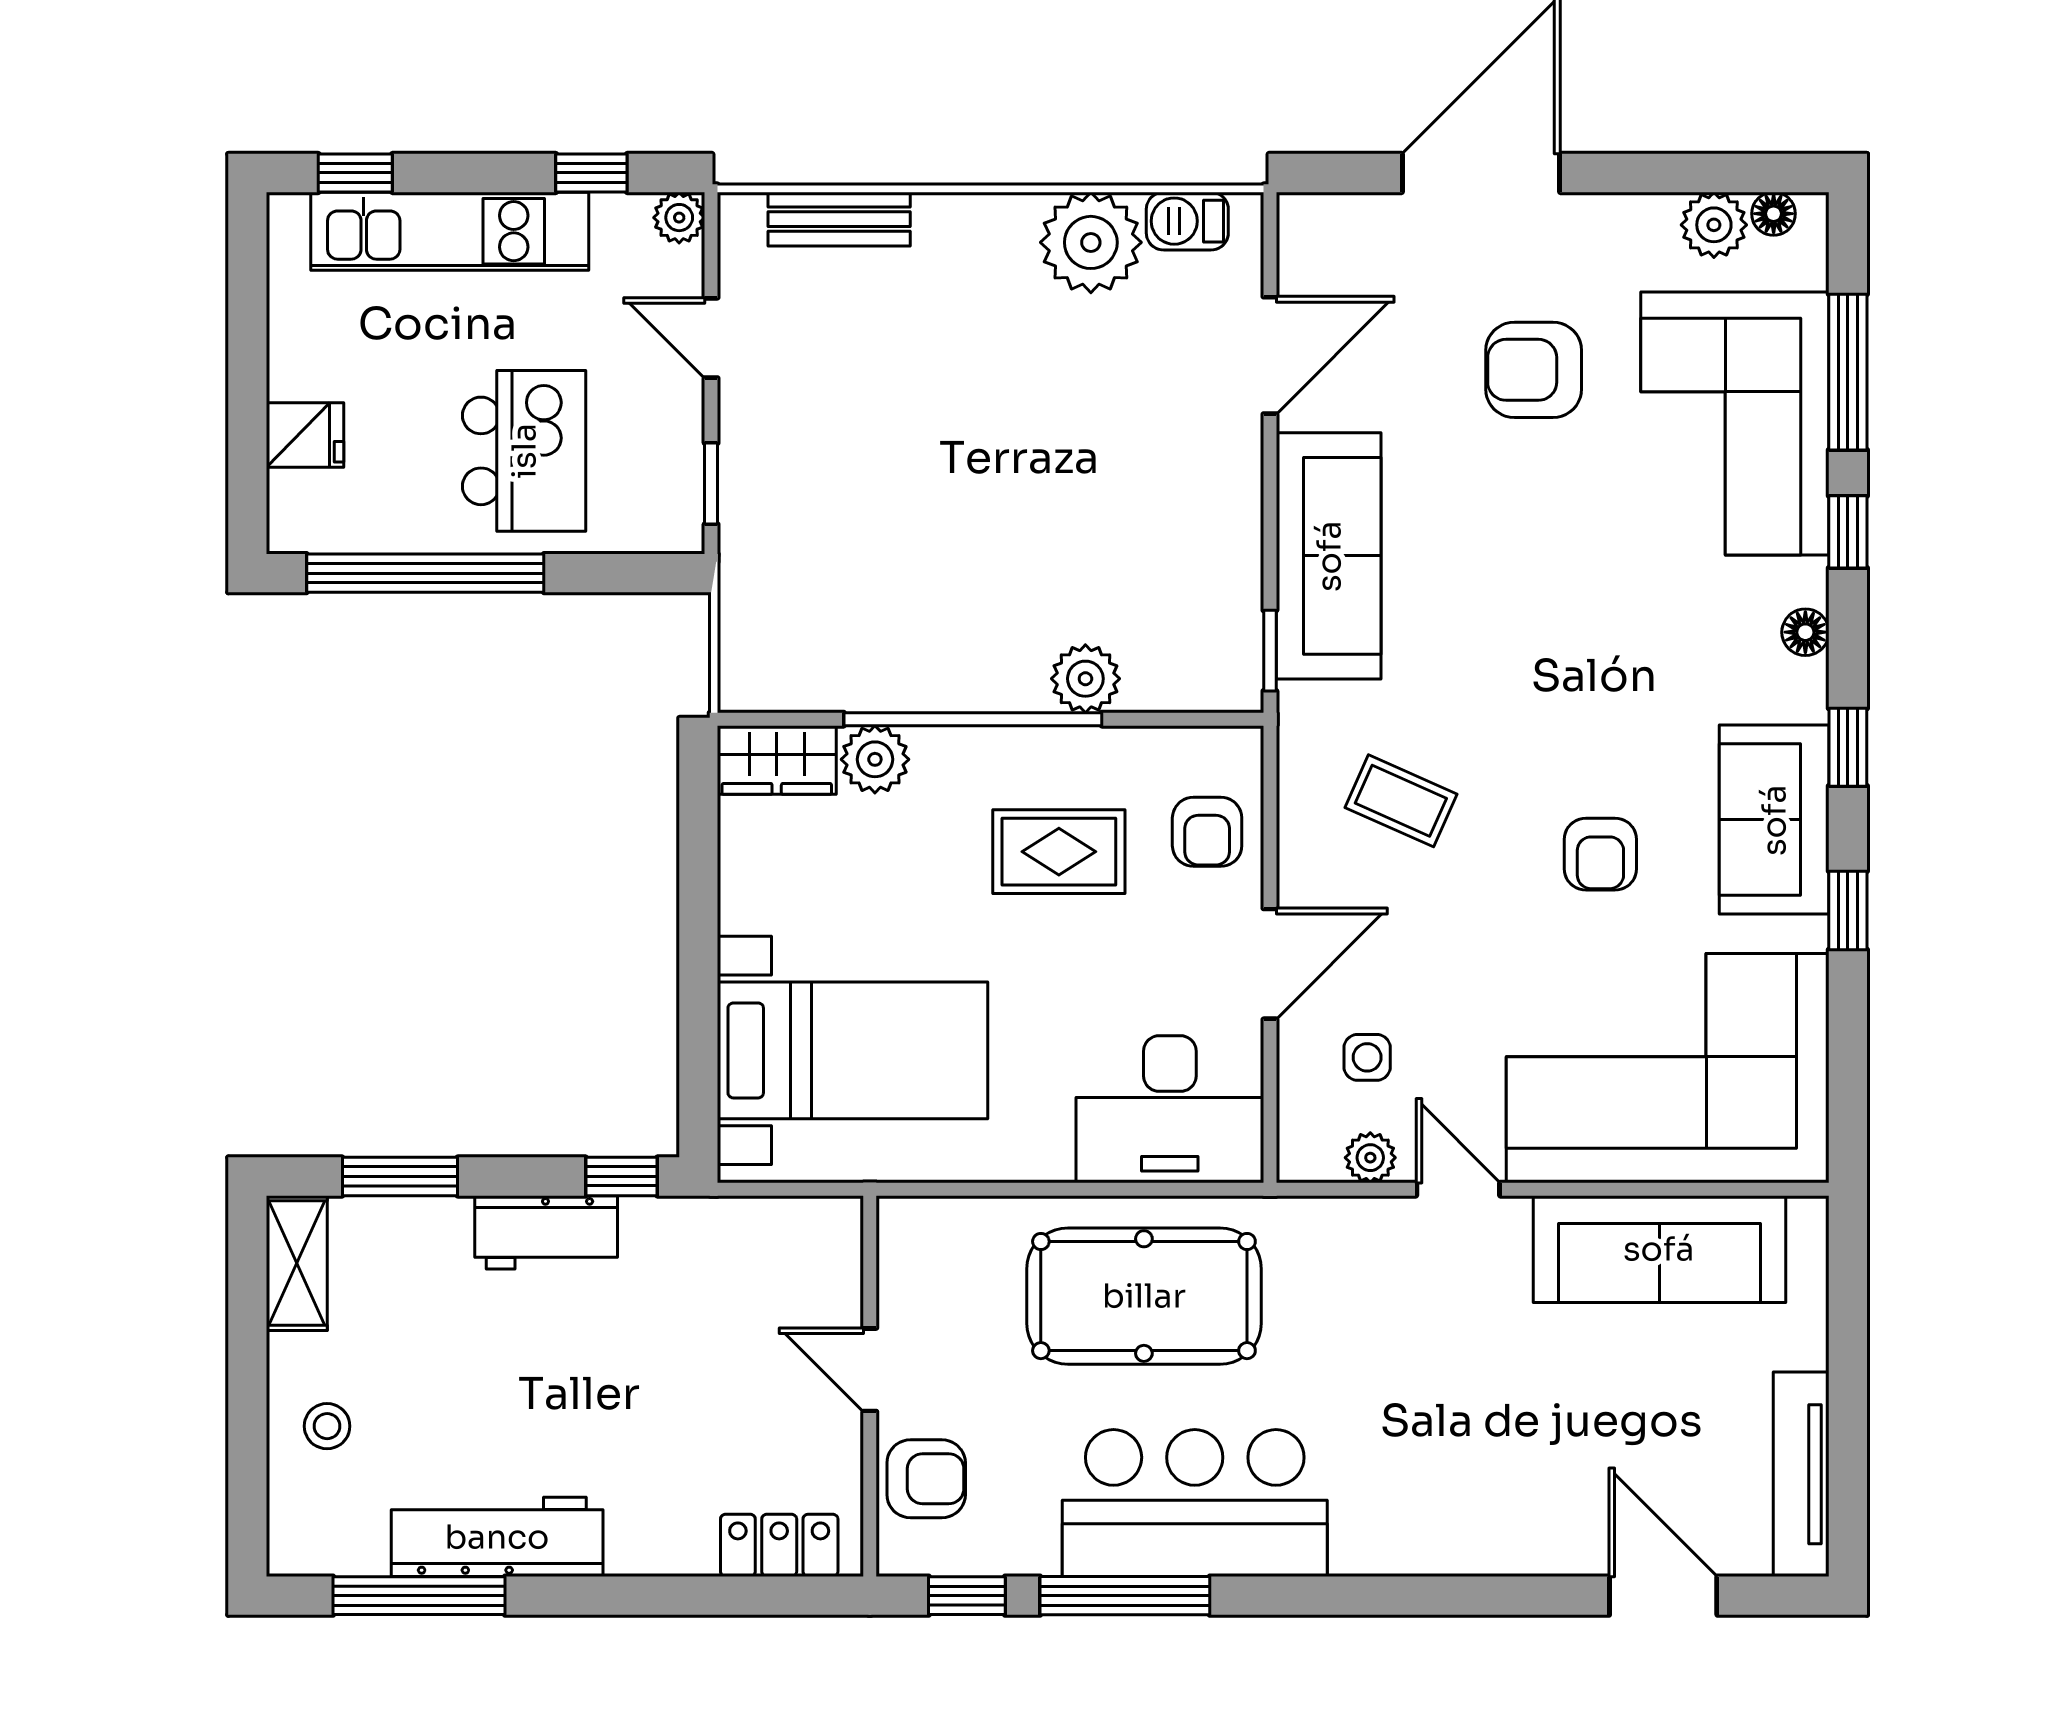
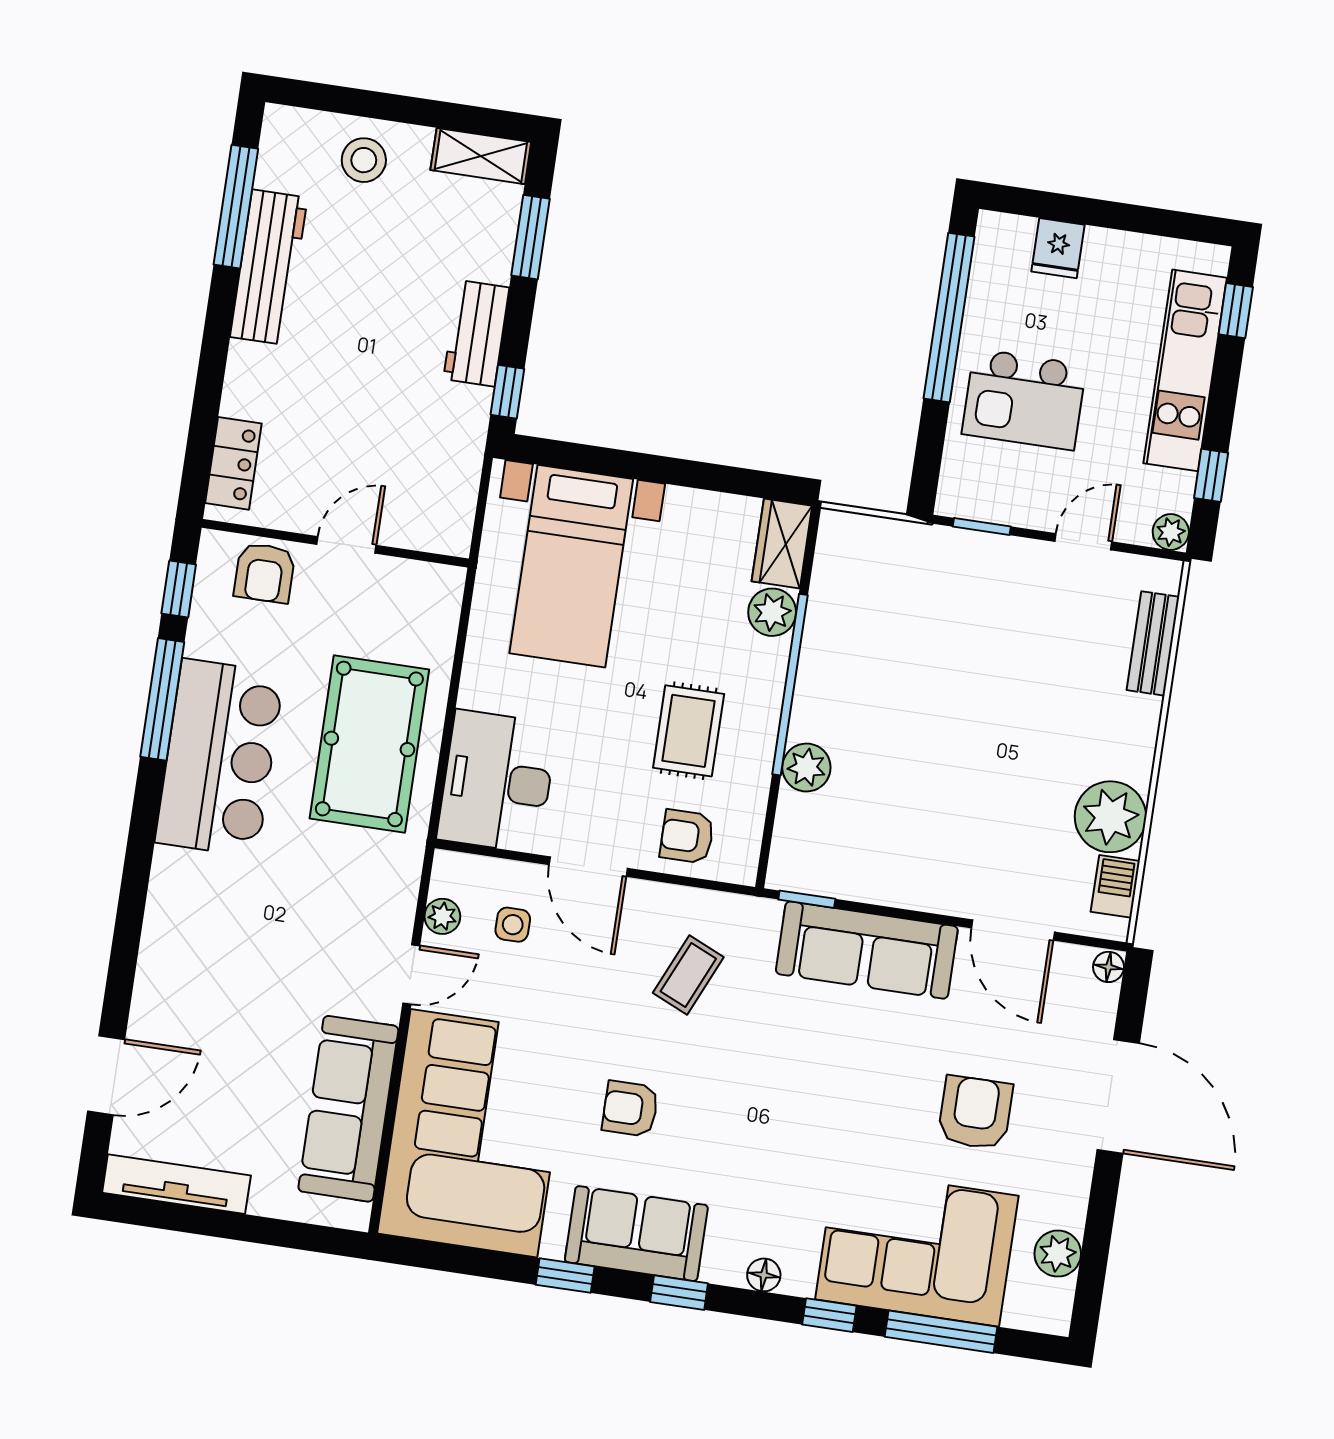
floor lamp: (1774, 214) -> (1108, 967), moved
stool: (327, 1426) -> (364, 160), width x1.37, depth x1.37

